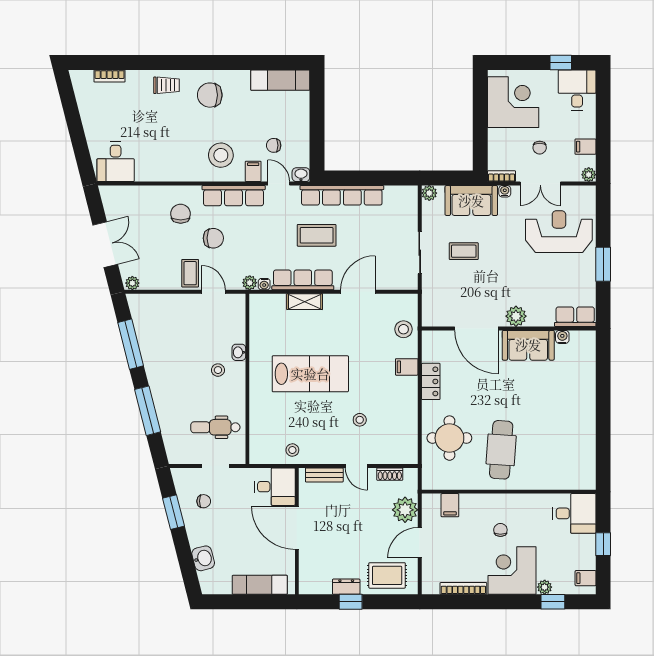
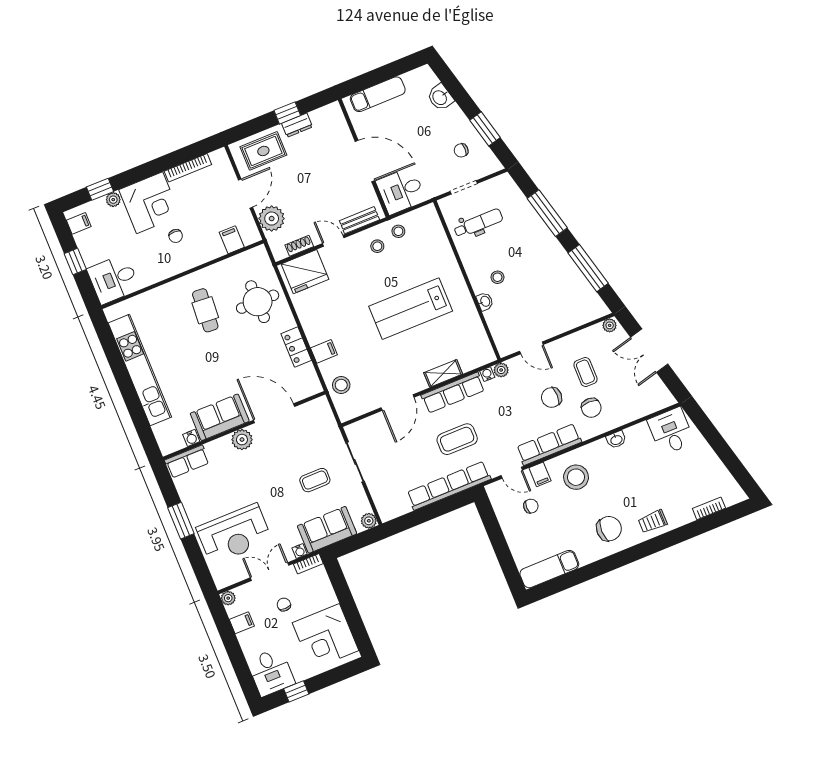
washbasin: (301, 175) -> (616, 440), moved
coffee table: (190, 273) -> (585, 372), moved
kitchen unit: (584, 419) -> (140, 370), added
stool: (360, 420) -> (377, 246), moved
fridge: (394, 448) -> (305, 272), added
cafe table: (501, 450) -> (205, 310), width x0.73, depth x0.74

